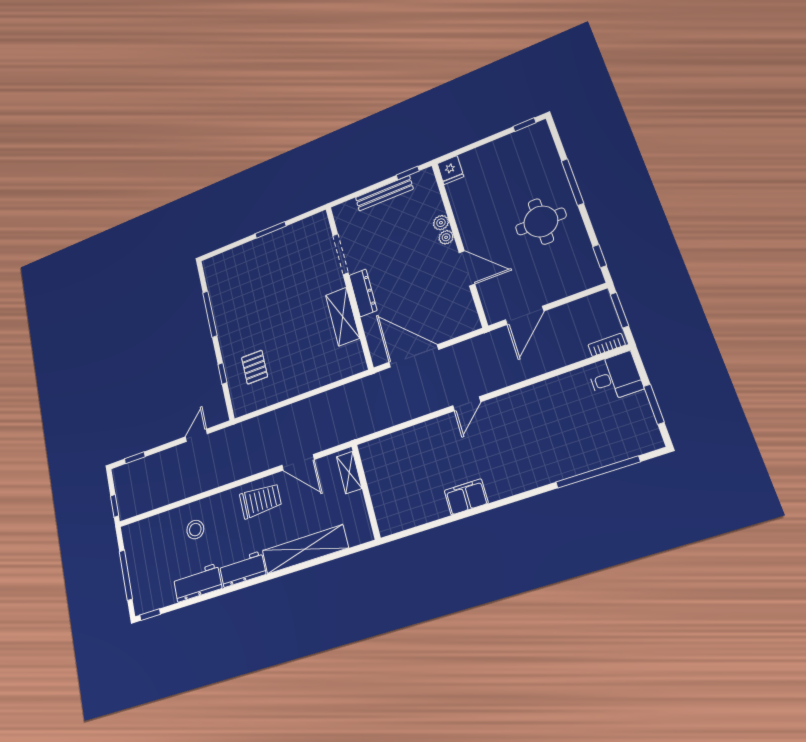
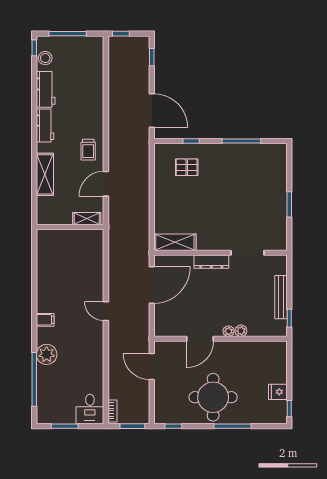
fridge: (450, 170) -> (278, 392), moved
round table: (541, 221) -> (213, 397), width x1.36, depth x1.36
shelving: (342, 317) -> (175, 242), moved
door: (196, 435) -> (152, 110), width x1.88
plant: (554, 466) -> (47, 354), added
filing cabinet: (466, 497) -> (45, 320), moved, width x0.50
trolley: (261, 501) -> (88, 150), width x0.73, depth x0.72
stool: (195, 530) -> (45, 58), moved
shelving: (305, 549) -> (45, 174), width x0.68

